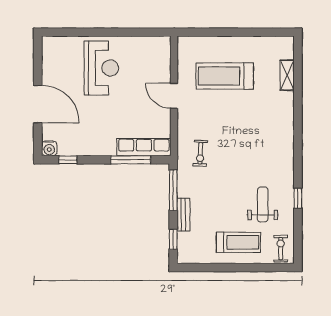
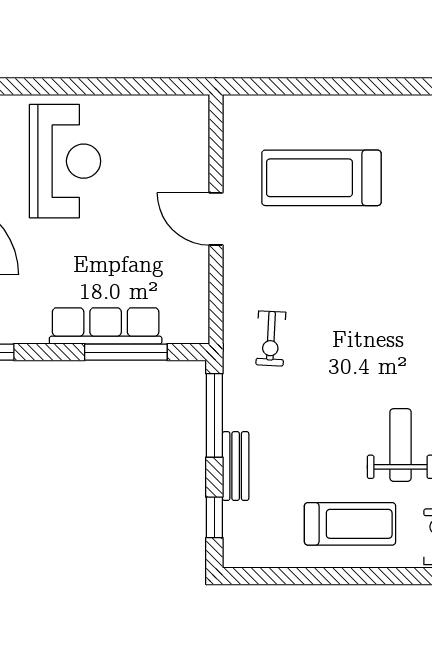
row of seats: (144, 147) -> (106, 326), moved

